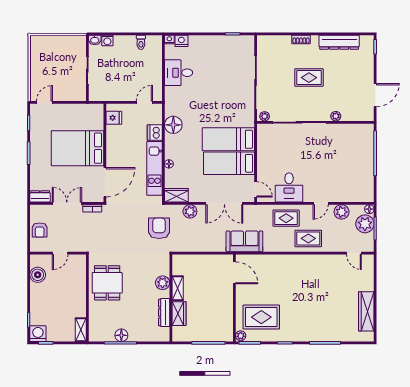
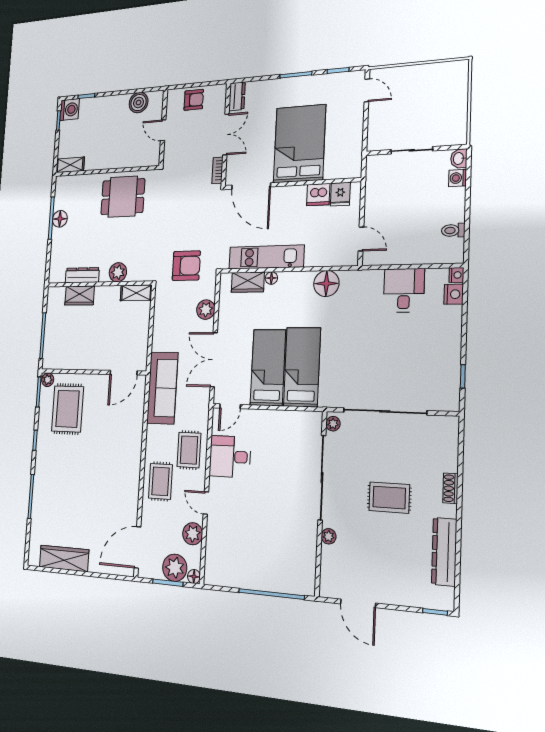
rug: (309, 78) -> (389, 498), turned 90
dishwasher: (155, 133) -> (318, 195), moved, turned 180
wardrobe: (176, 195) -> (248, 282), moved, turned 90
armchair: (40, 230) -> (194, 100), turned 180
sofa: (244, 241) -> (162, 388), width x1.36
door: (354, 253) -> (137, 547), width x1.88
shelving: (178, 288) -> (136, 293), moved

